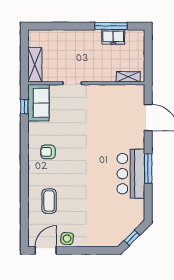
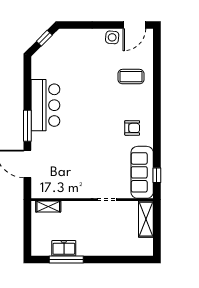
sofa: (38, 103) -> (142, 172), width x1.36
window: (148, 169) -> (27, 126), moved
coffee table: (49, 201) -> (131, 77), turned 90

